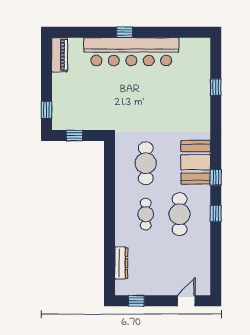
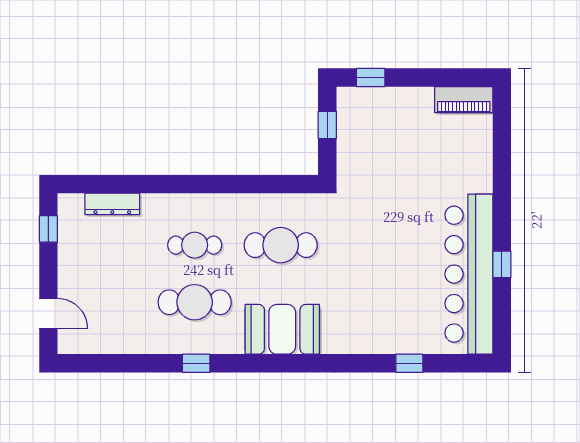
window: (124, 32) -> (502, 264), moved
bar counter: (131, 52) -> (469, 274), moved
window: (216, 177) -> (257, 363), removed

